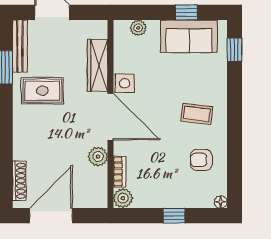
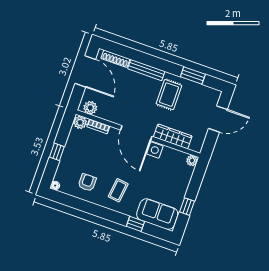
plant: (138, 28) -> (192, 161), moved
sofa: (189, 36) -> (157, 214), moved, turned 90
bench: (20, 46) -> (146, 70), moved
window: (234, 50) -> (135, 224), moved
door: (110, 117) -> (136, 133), hinge flipped
plant: (98, 157) -> (90, 108), moved

